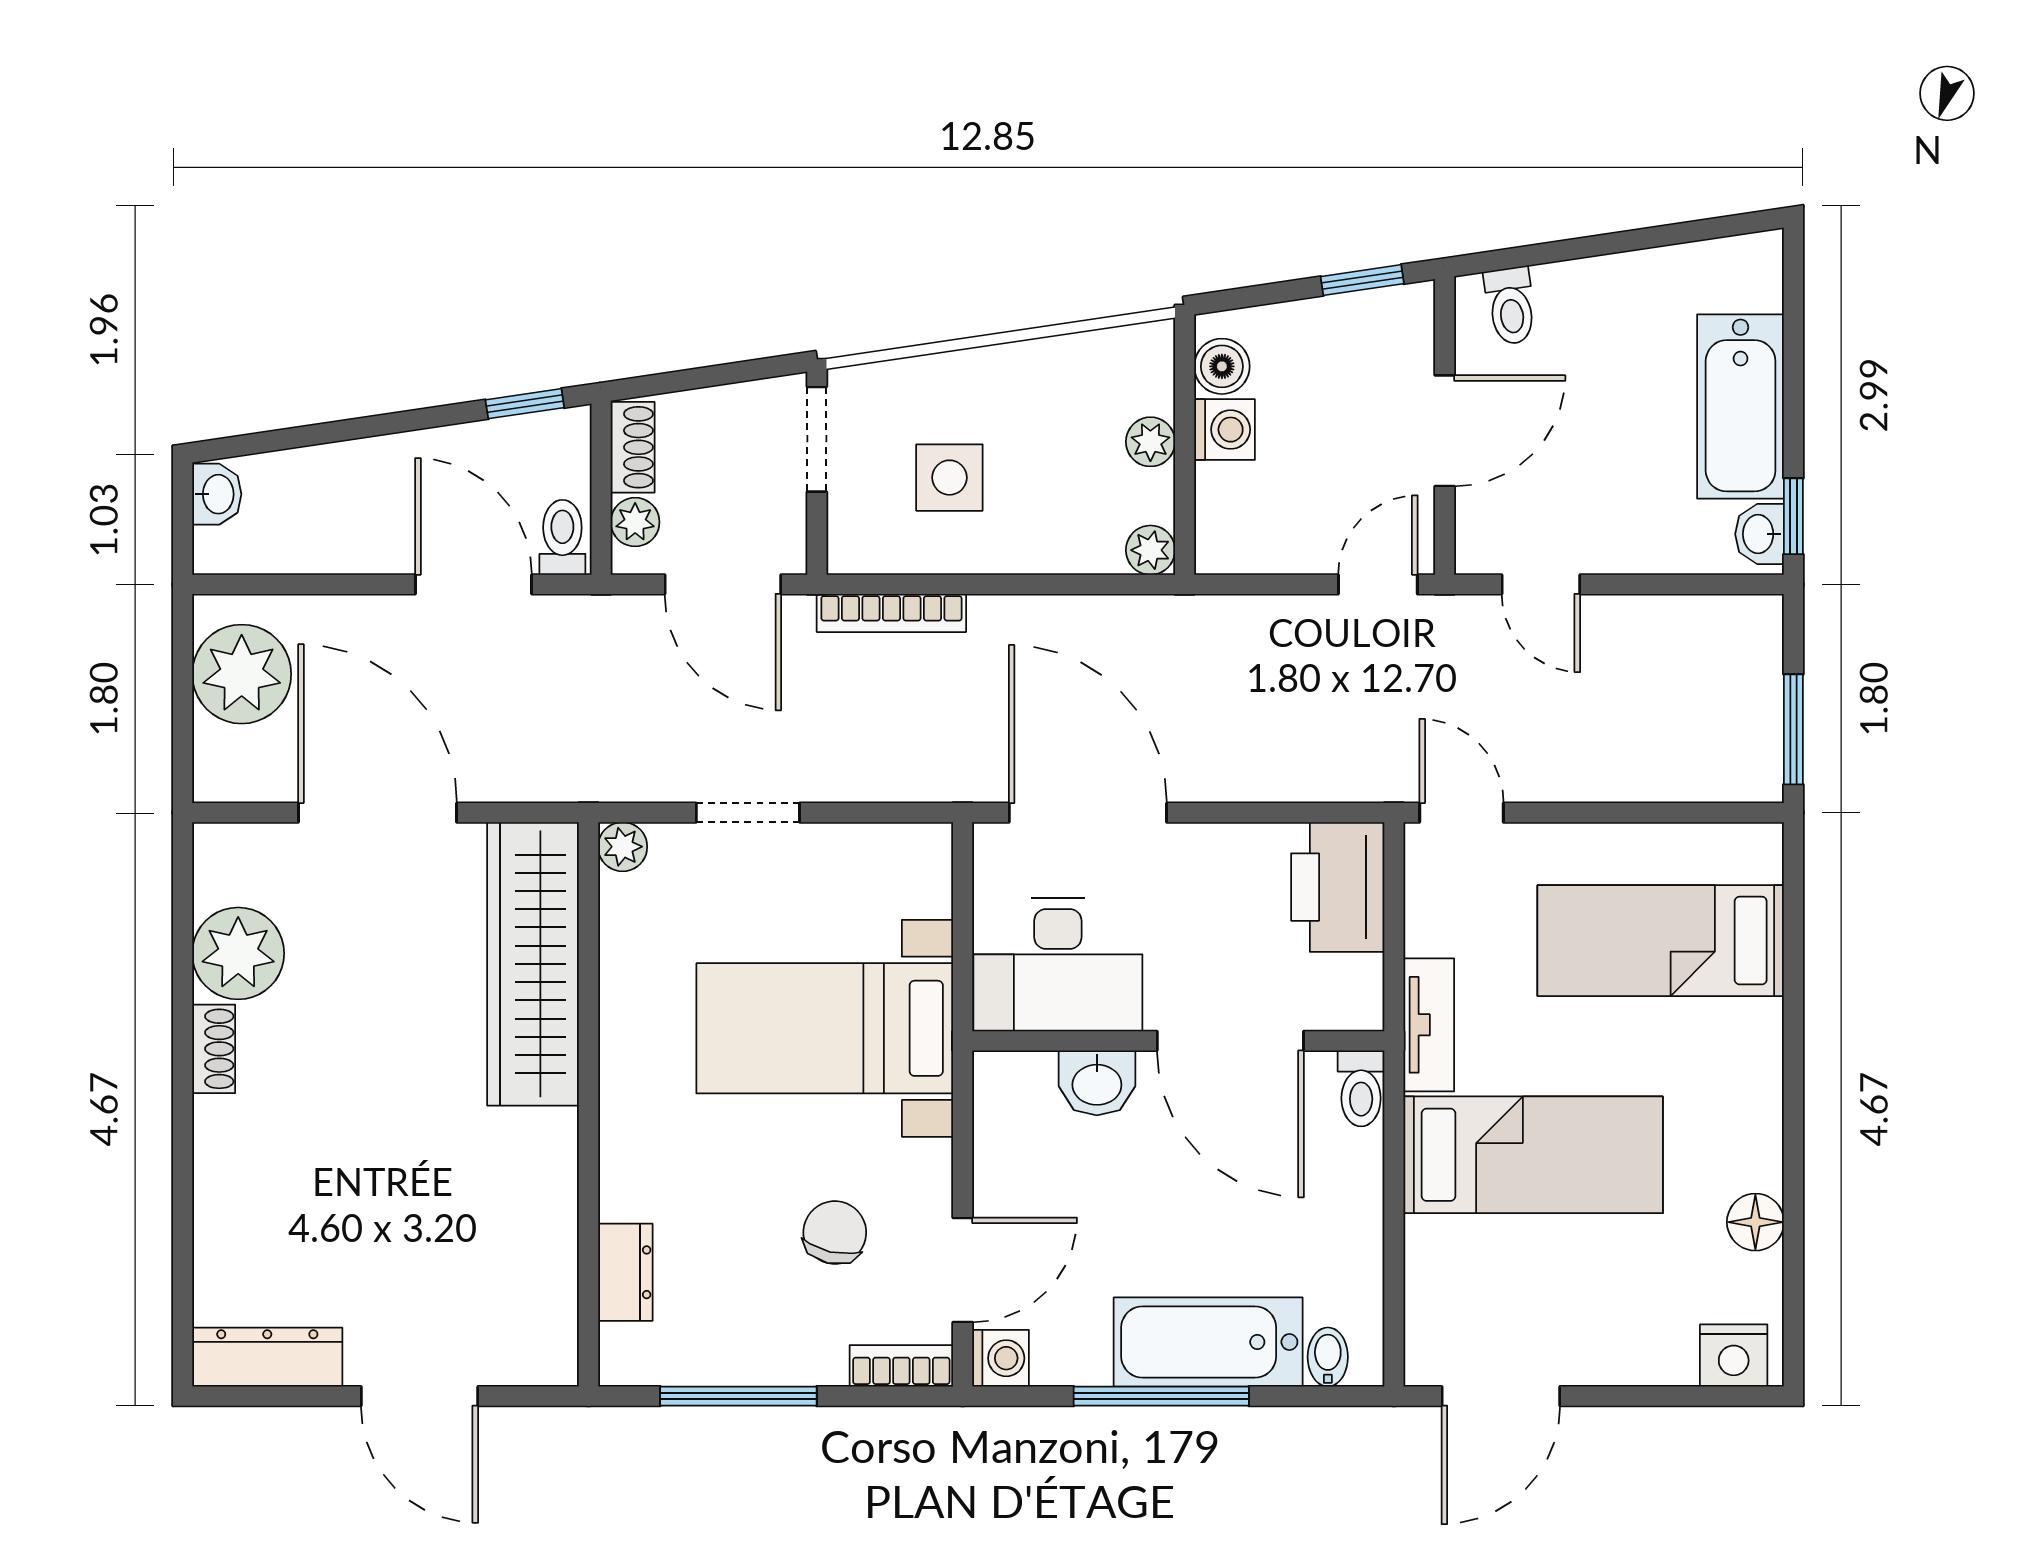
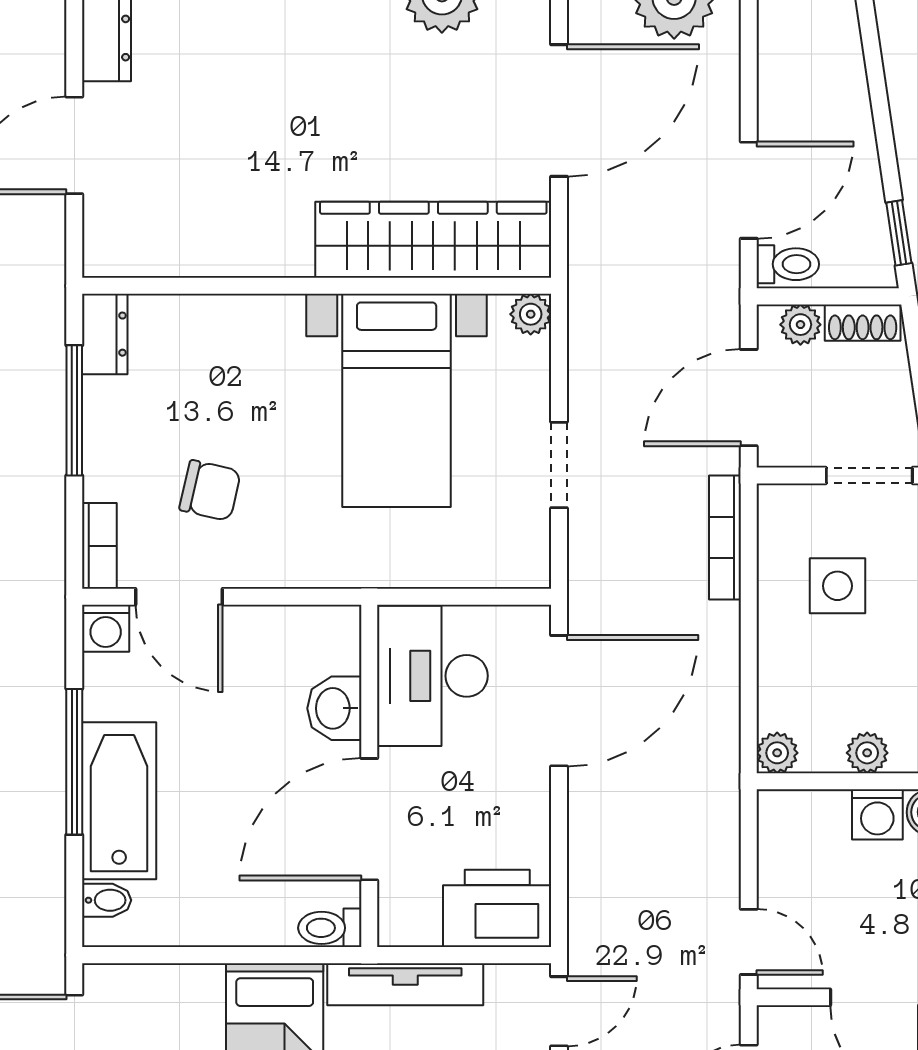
doorway: (748, 813) -> (559, 465), moved
tv unit: (1429, 1025) -> (405, 984), width x1.41
bed with nightstands: (825, 1028) -> (397, 400), moved, turned 180
dresser: (625, 1272) -> (105, 334), moved, turned -90

